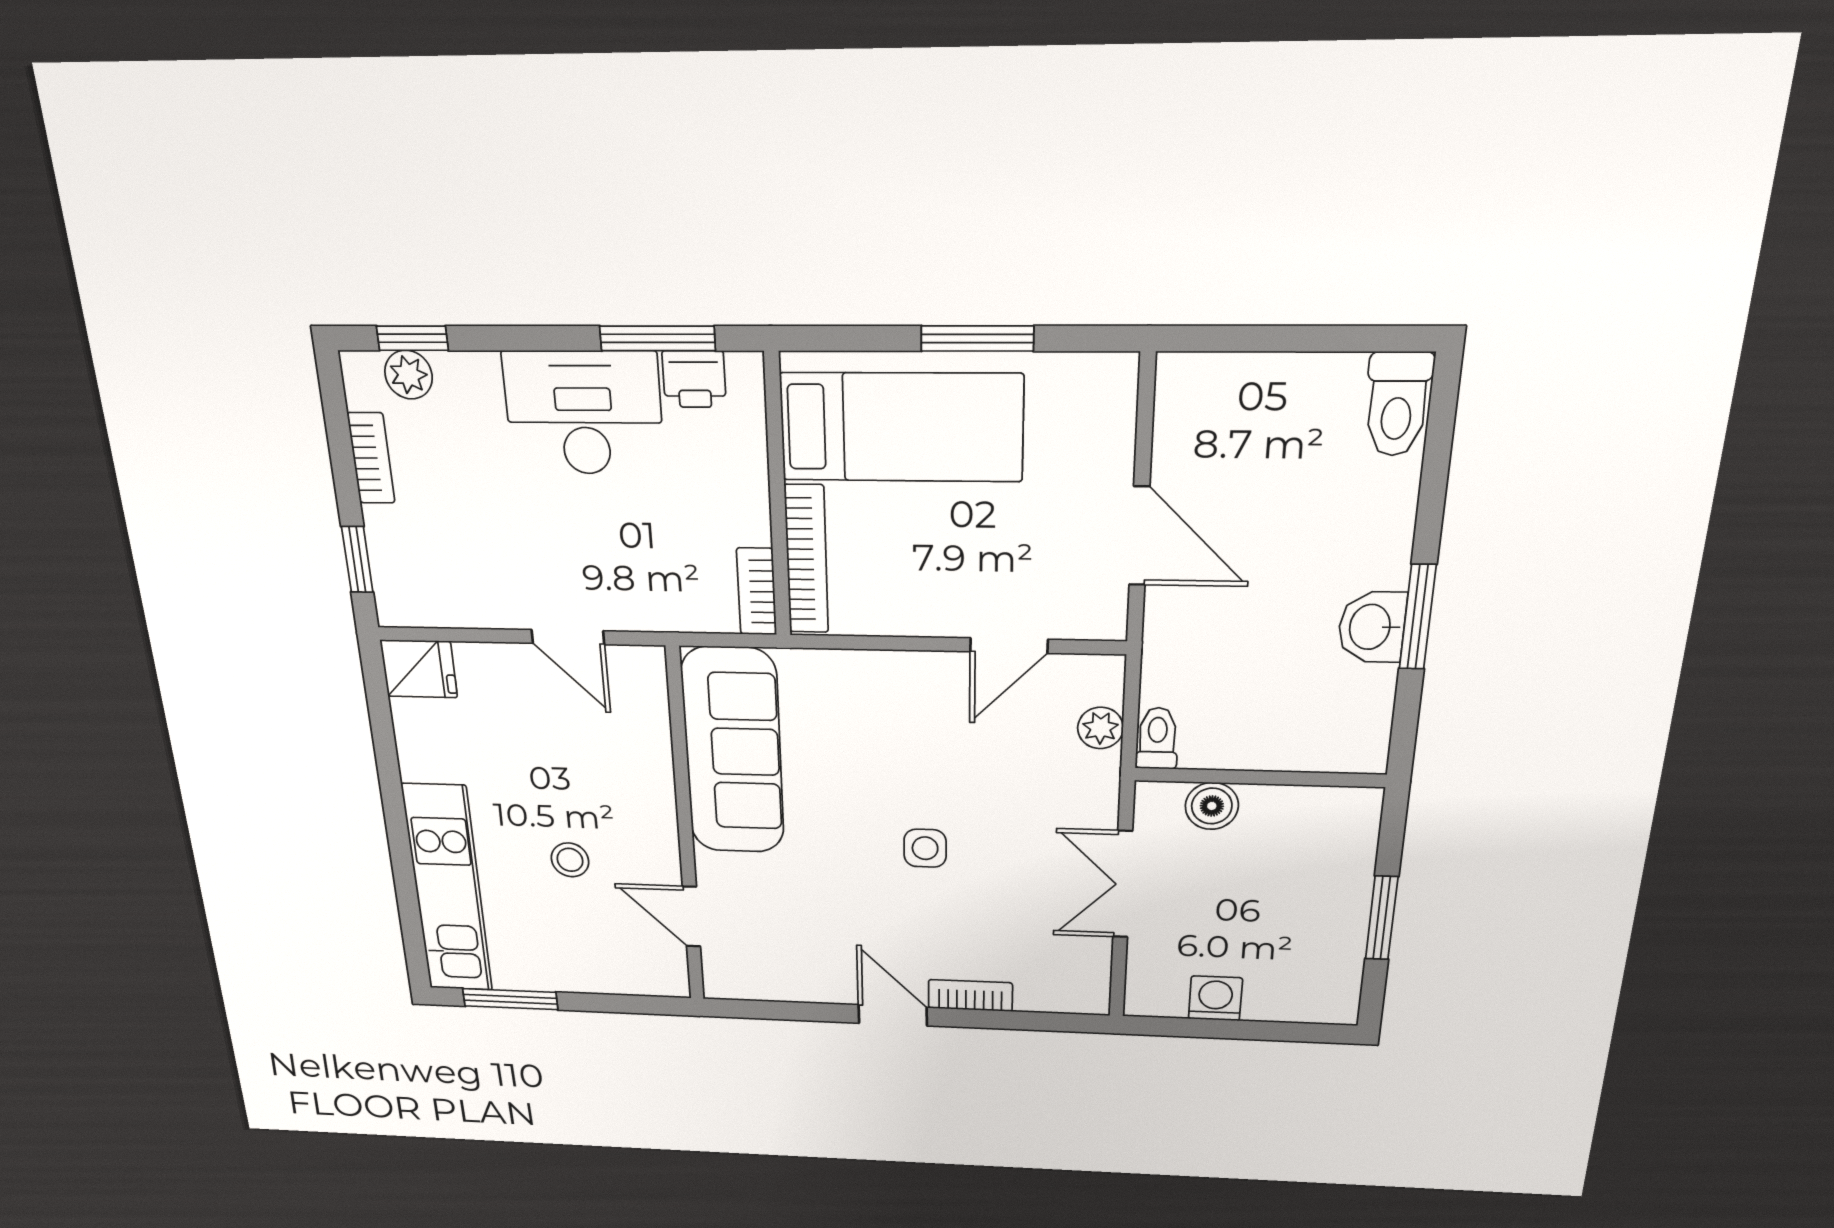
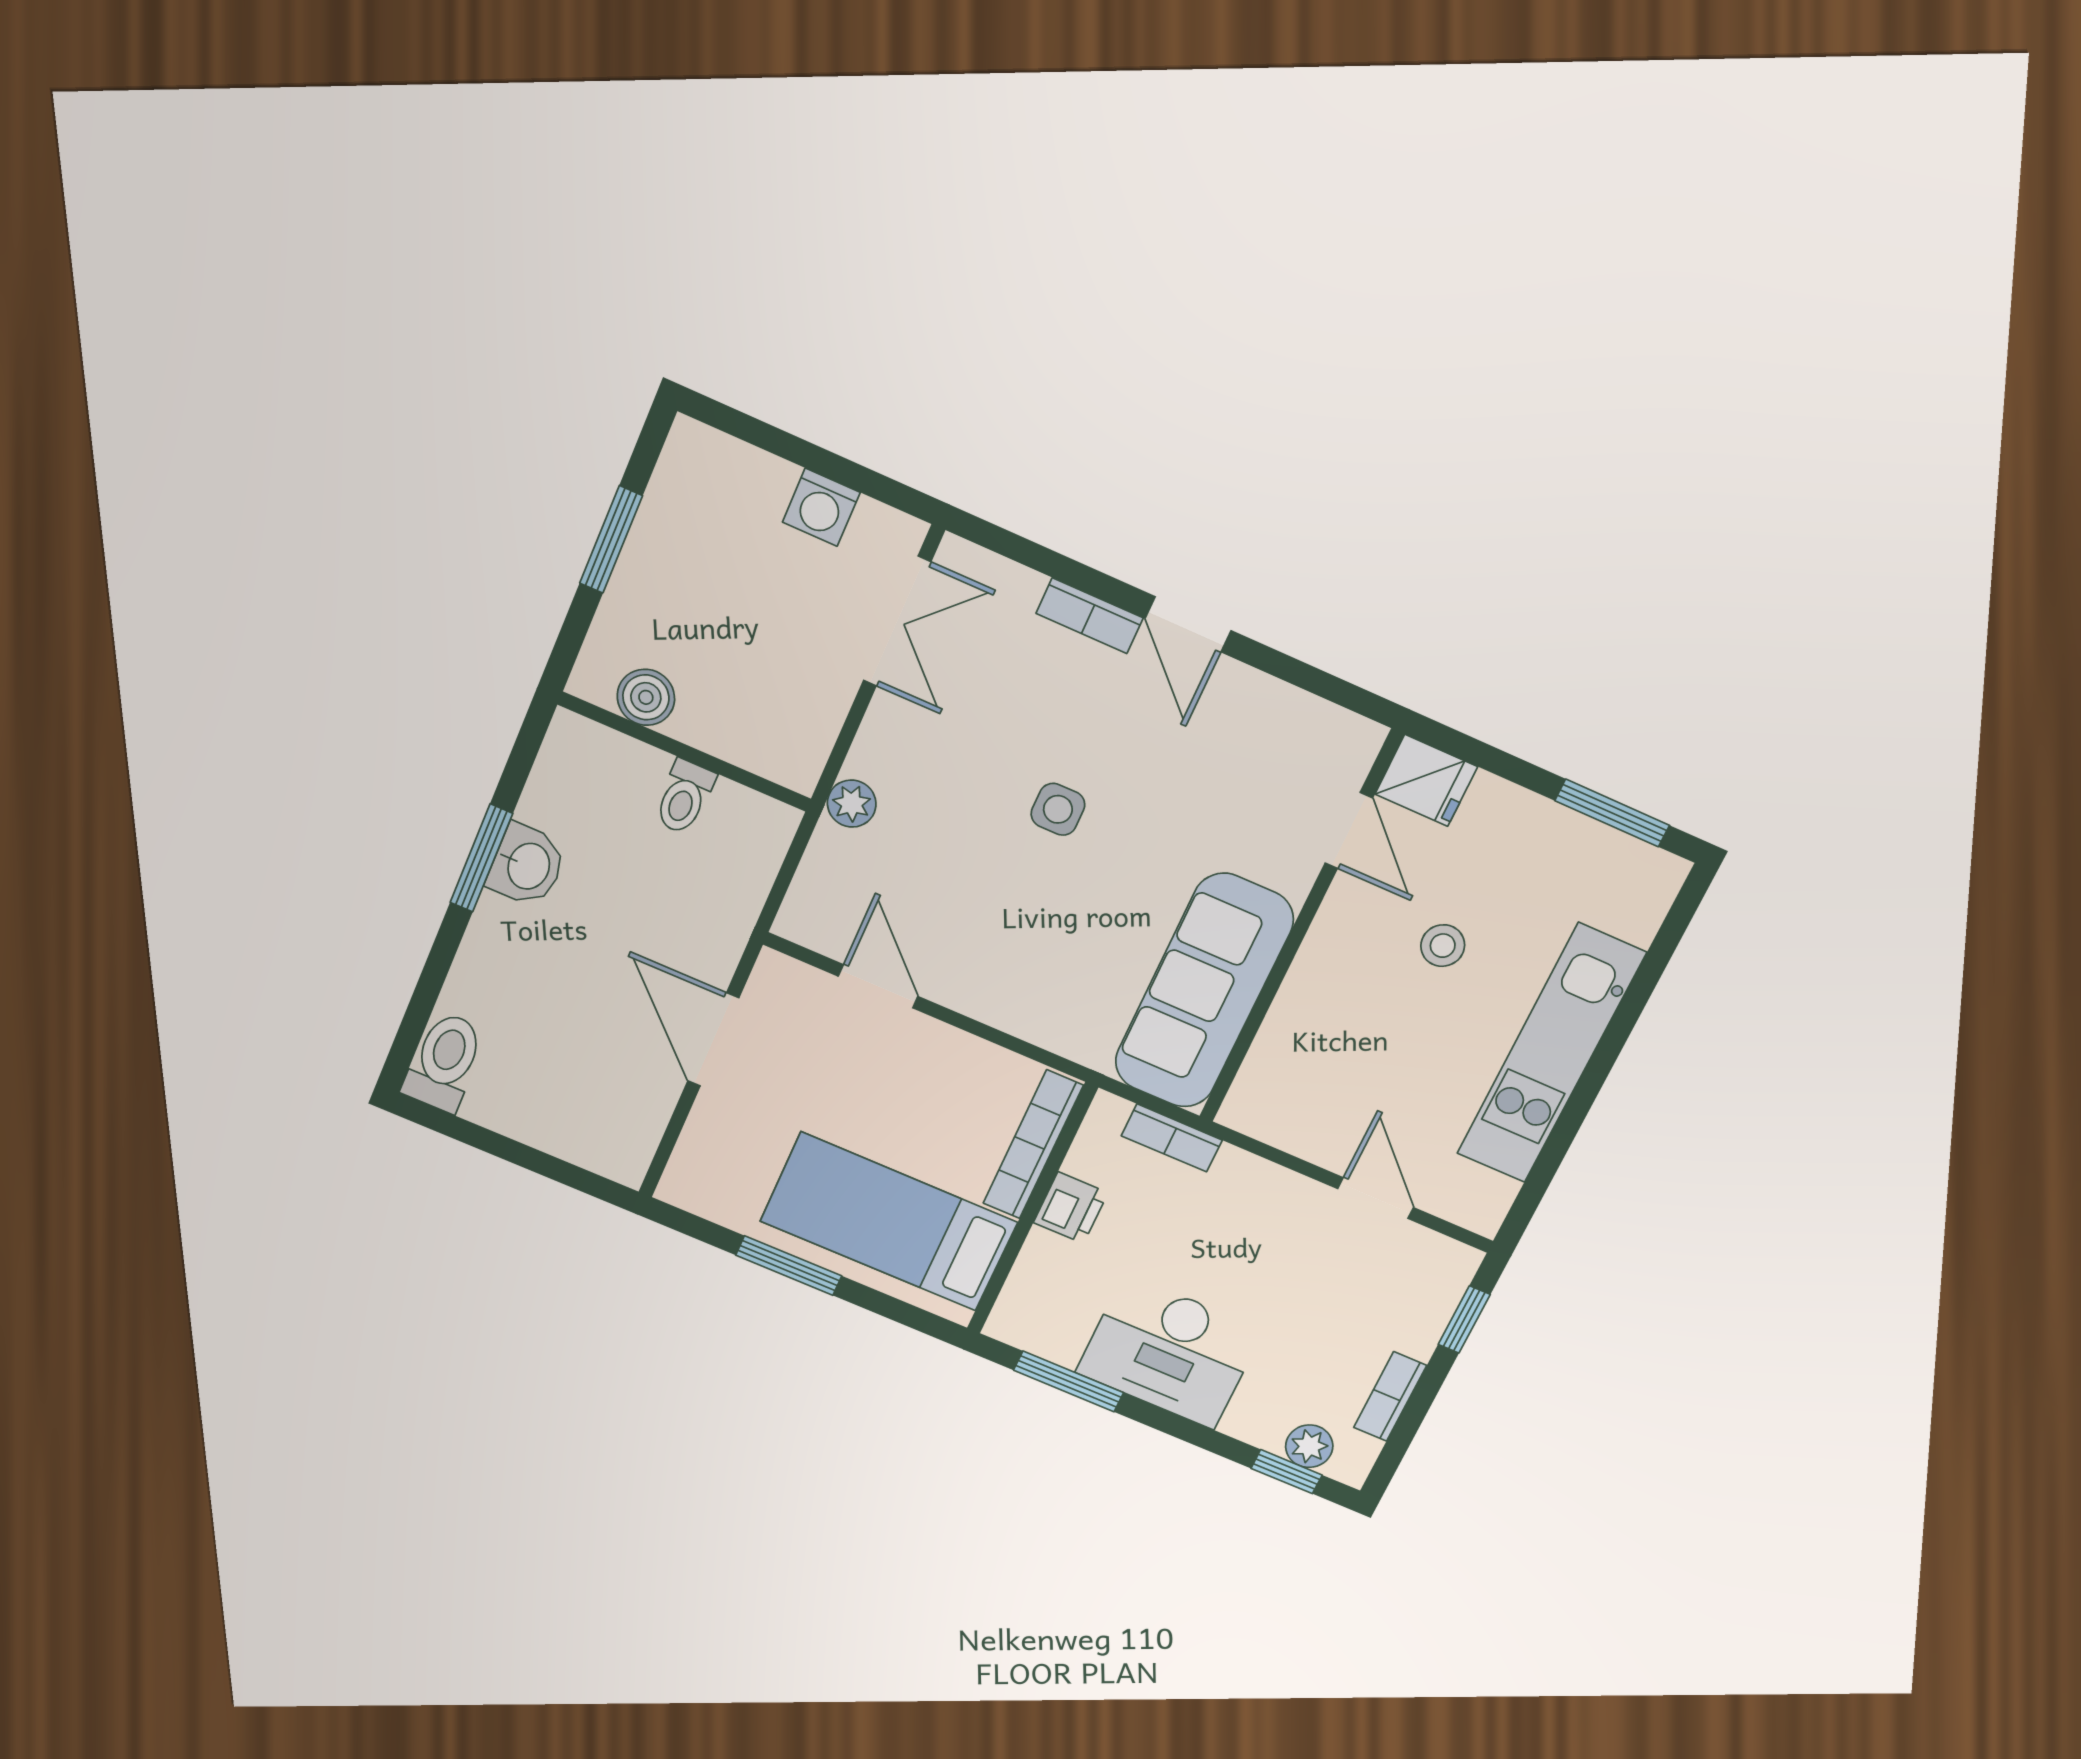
printer: (694, 379) -> (1071, 1208), moved, turned 90
bookcase: (757, 592) -> (1172, 1138), moved, turned 90
door: (568, 637) -> (1376, 1198), moved
door: (1009, 646) -> (878, 986), hinge flipped
fridge: (419, 669) -> (1426, 780), moved, turned 180
plant: (1100, 728) -> (852, 804), moved
toilet: (1157, 738) -> (684, 797), moved
boiler: (1212, 806) -> (646, 697), moved
double door: (1123, 884) -> (897, 621), moved
kitchen unit: (448, 889) -> (1551, 1054), moved

